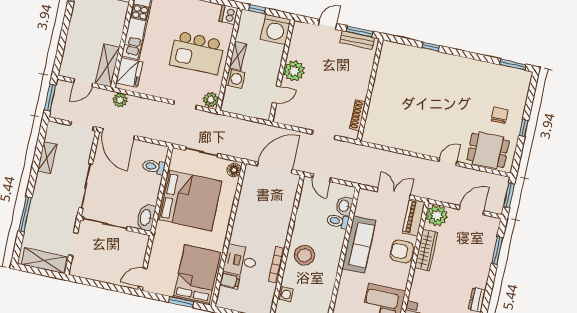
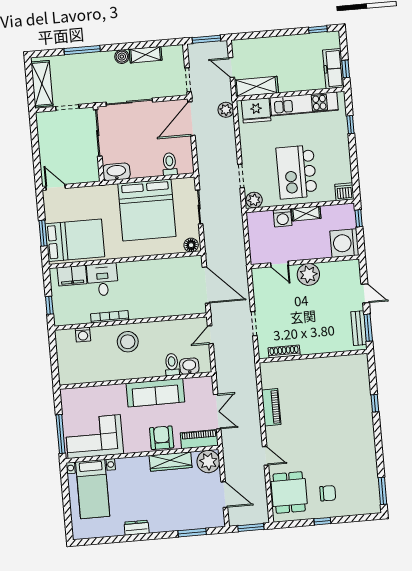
piano: (405, 143) -> (271, 407), added
boiler: (42, 180) -> (122, 57), added
filing cabinet: (230, 281) -> (72, 276), width x2.00

